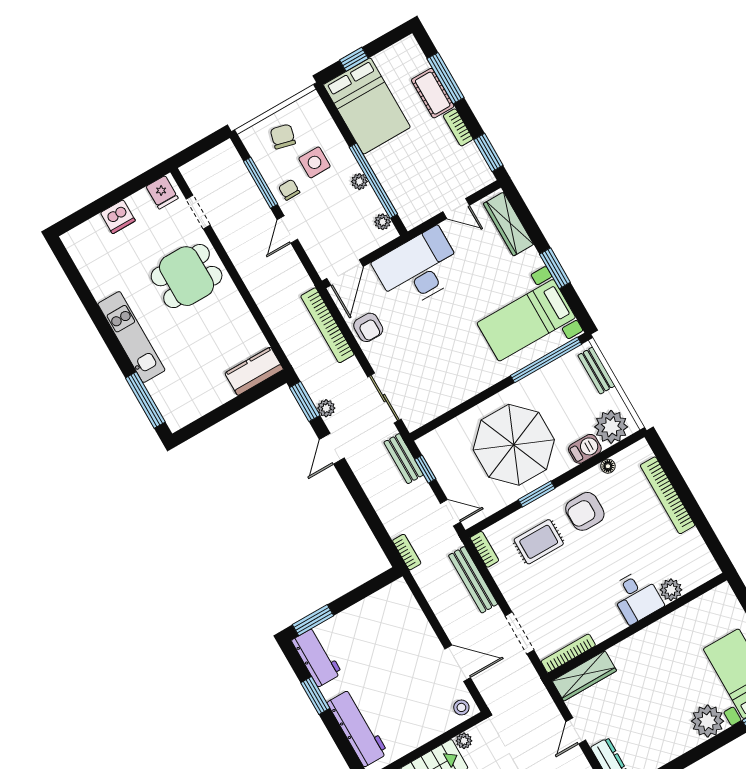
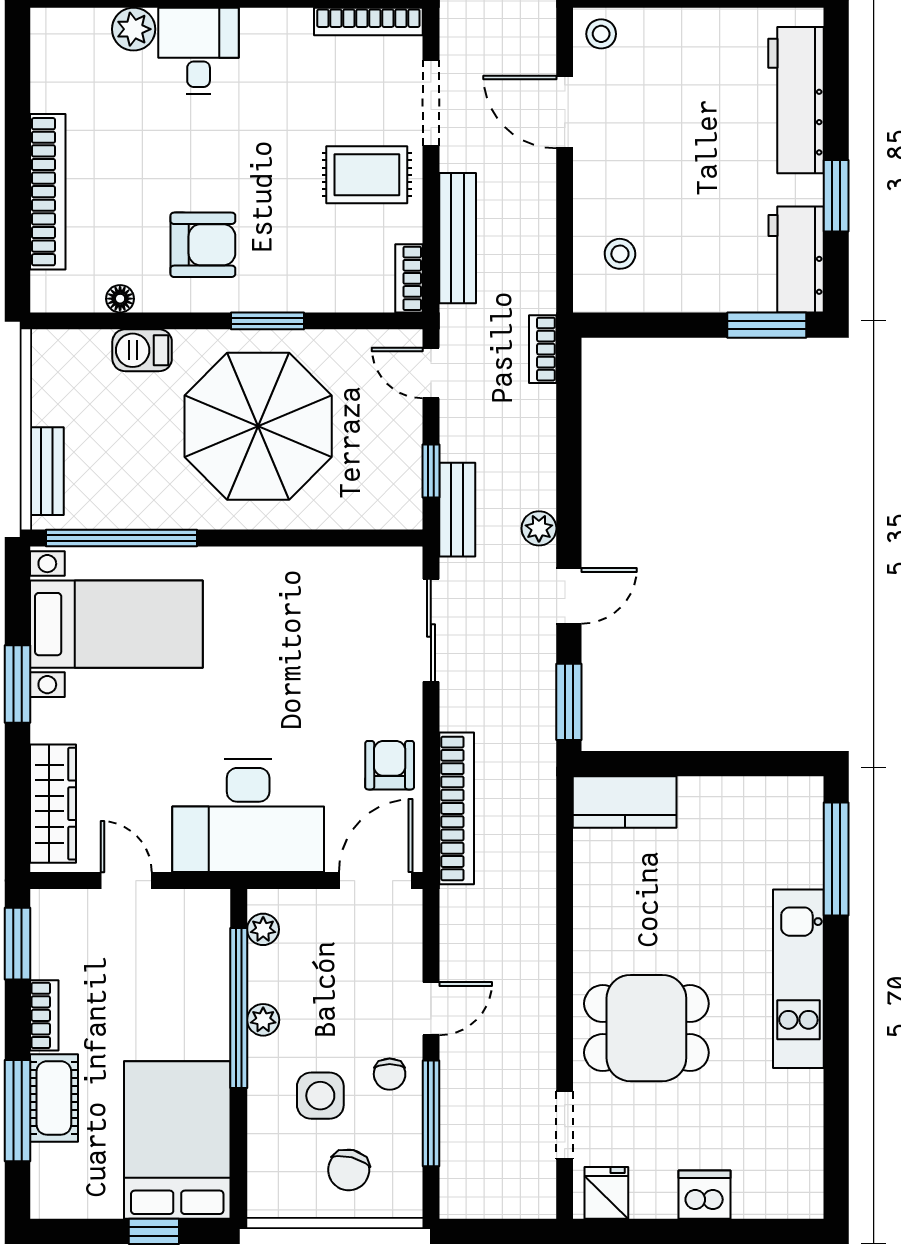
plant: (326, 408) -> (539, 528), moved
plant: (611, 427) -> (76, 362), removed
rug: (539, 542) -> (367, 175), moved
stool: (397, 614) -> (620, 254), added

